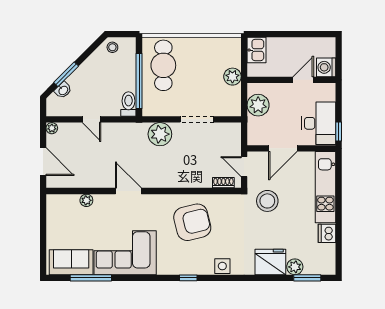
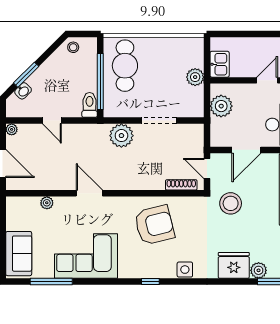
kitchen sink: (256, 50) -> (220, 64), moved
shoe rack: (223, 183) -> (181, 185), width x1.43
sofa: (71, 262) -> (19, 254), moved, turned 90

